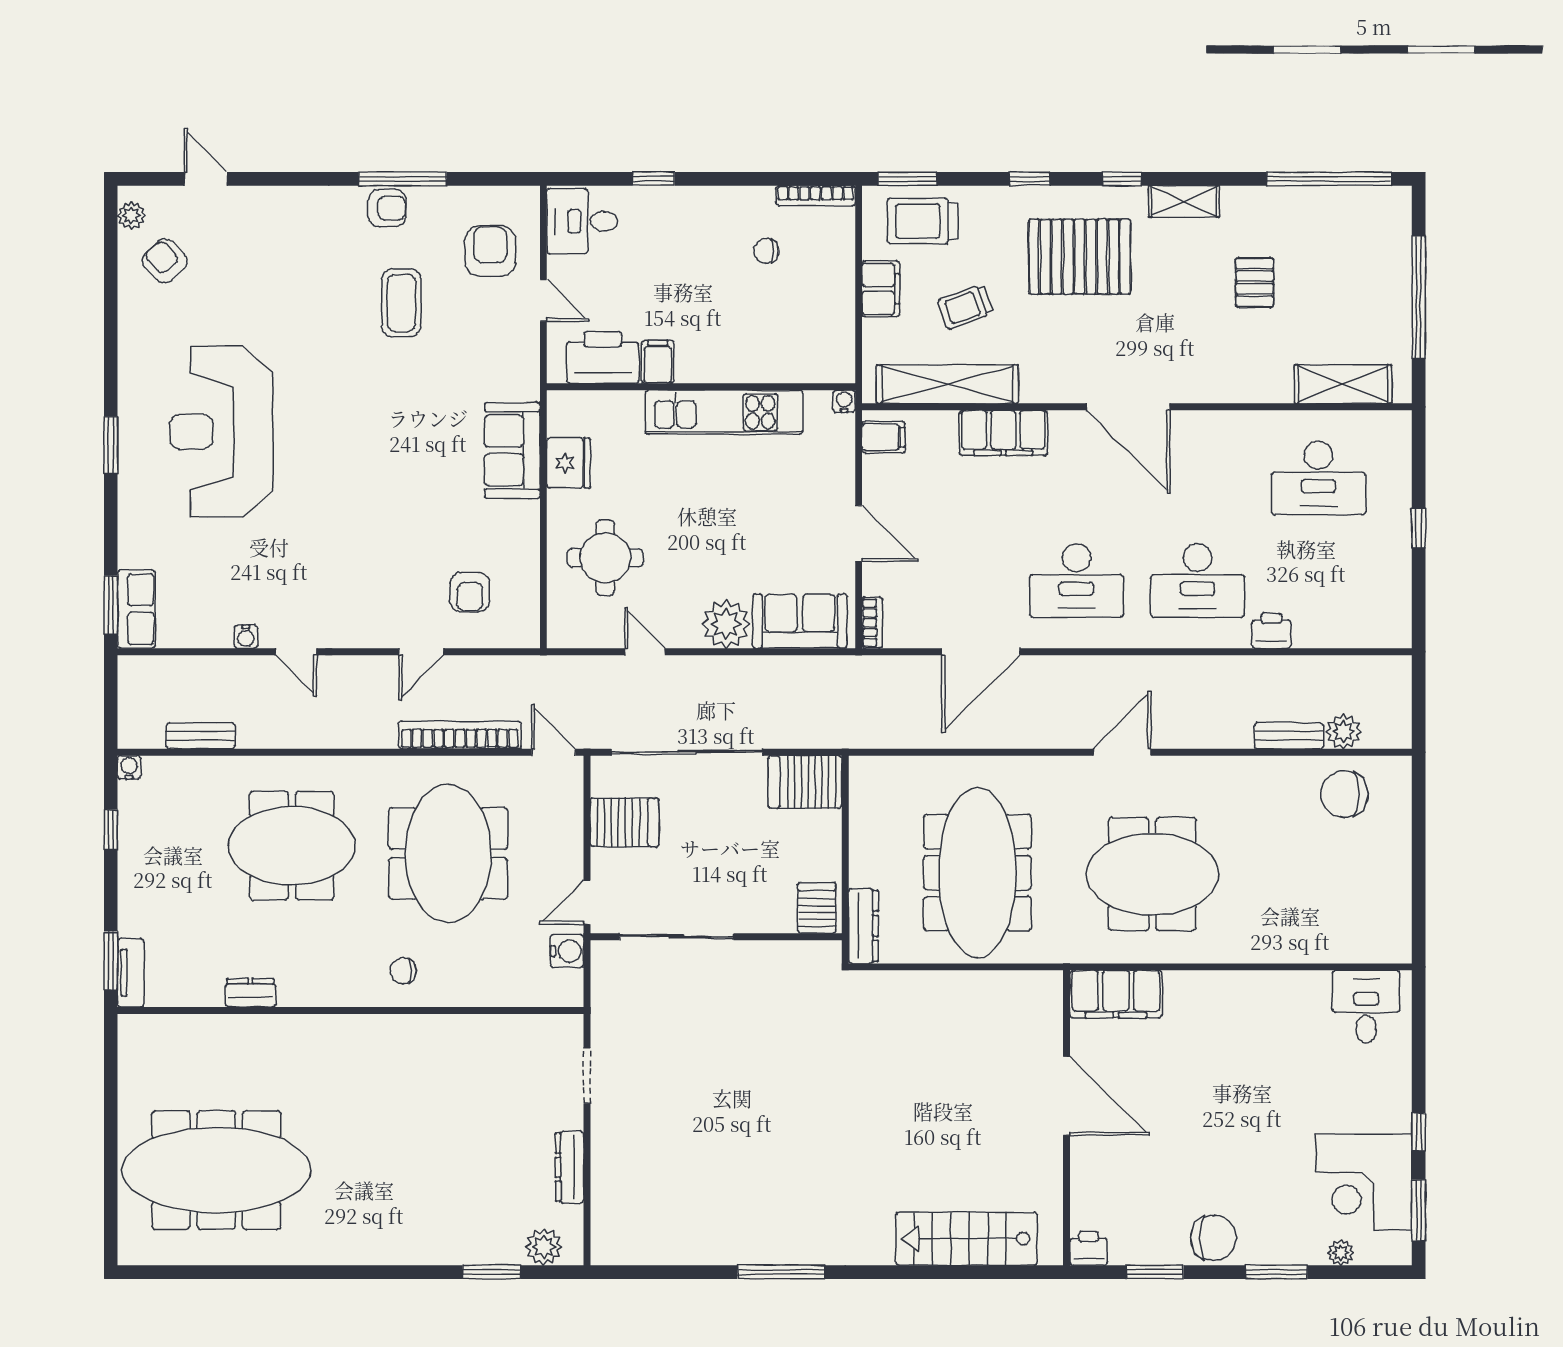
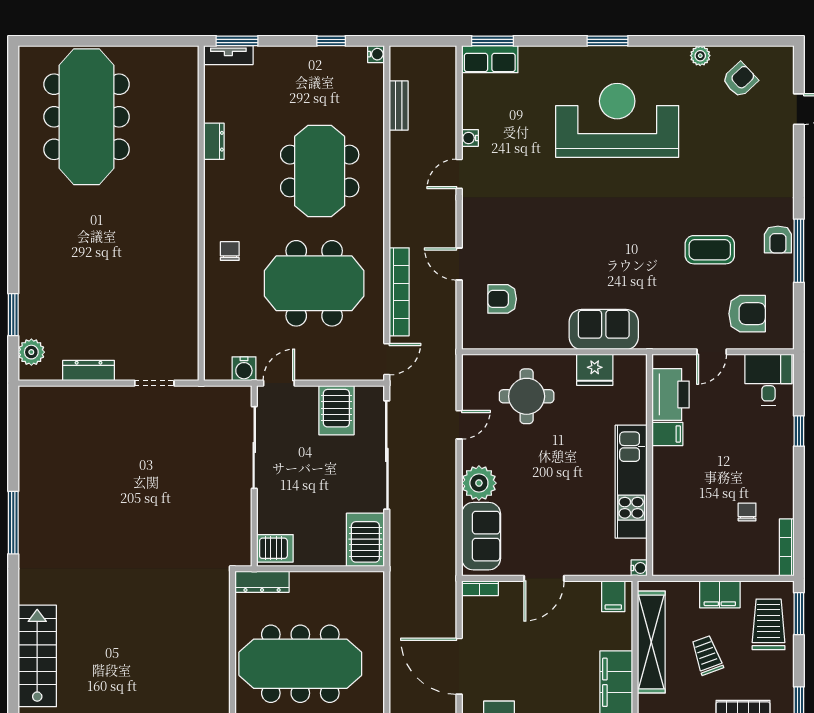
plant: (131, 215) -> (700, 56), moved
door: (587, 902) -> (279, 383), hinge flipped

